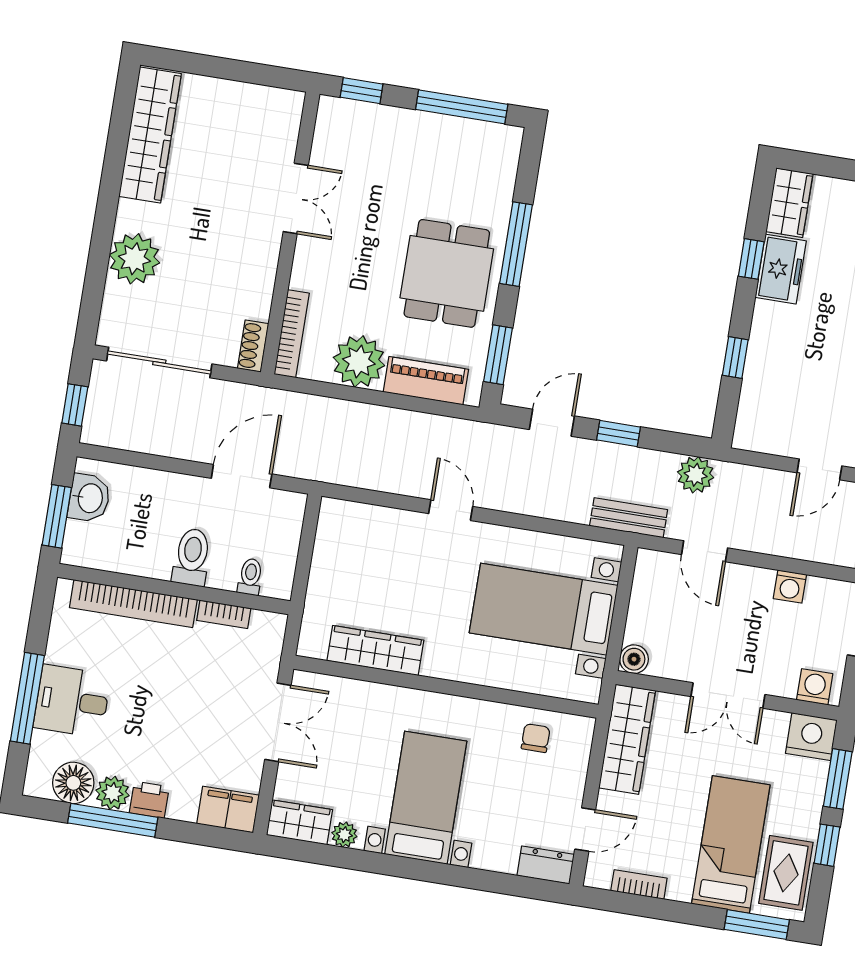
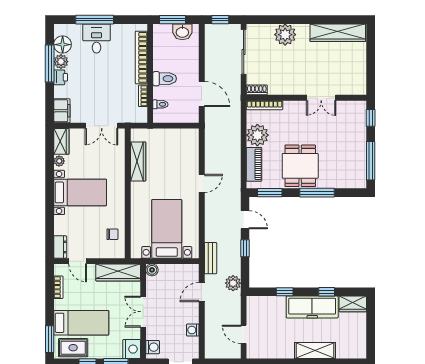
freezer: (781, 269) -> (312, 307), width x1.91, depth x1.26
dining table: (447, 273) -> (300, 166), turned 90

